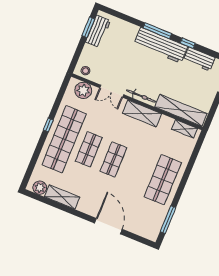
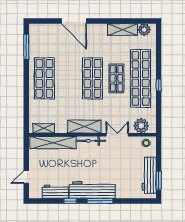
workbench: (98, 31) -> (149, 175), width x1.37
shop shelf: (113, 159) -> (92, 78), width x1.43, depth x1.36

